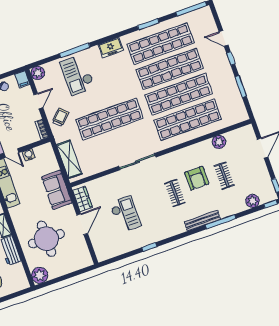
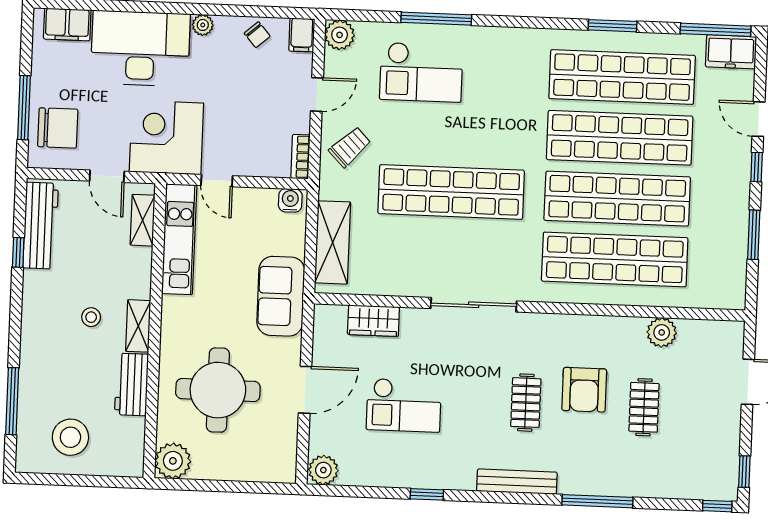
freezer: (111, 48) -> (731, 52), moved
checkout: (77, 75) -> (421, 72), turned -90
water cooler: (29, 155) -> (290, 200), moved
wardrobe: (82, 199) -> (373, 321), moved, turned 90
plant: (252, 201) -> (323, 470), moved
checkout: (125, 214) -> (404, 405), turned 90
bench: (202, 221) -> (517, 482), moved

